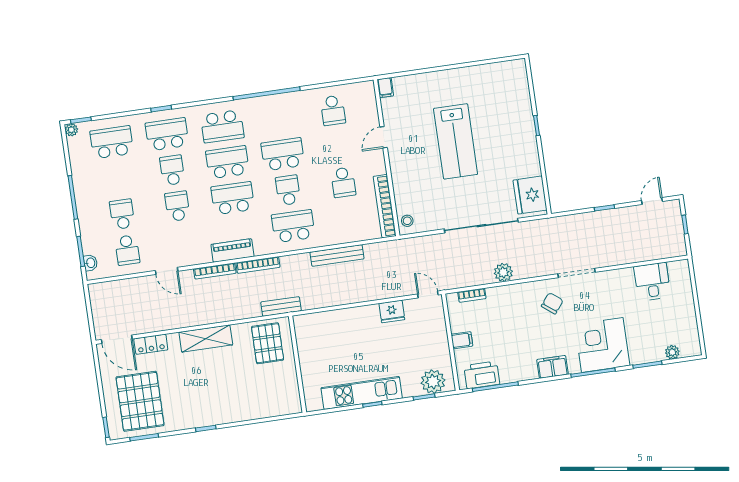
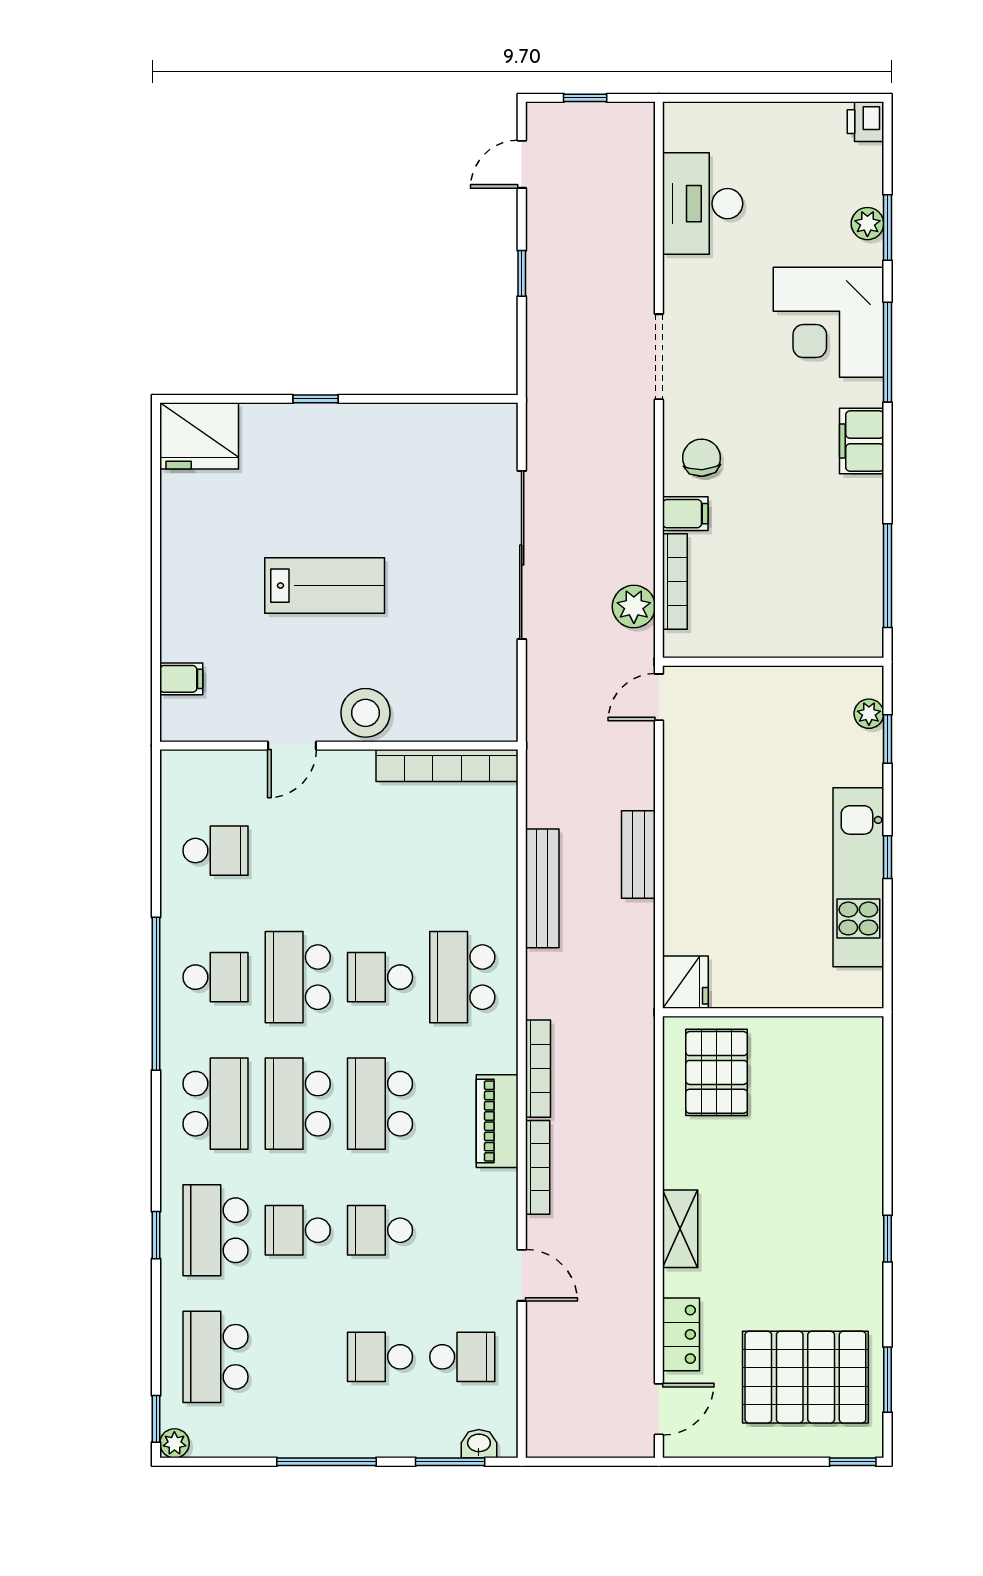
filing cabinet: (385, 88) -> (181, 679), moved
door: (384, 137) -> (292, 746), hinge flipped
lab bench: (456, 141) -> (325, 586), width x0.73, depth x0.72
school desk: (343, 182) -> (215, 977), moved
fridge: (530, 195) -> (199, 436), moved
door: (652, 201) -> (522, 164), hinge flipped
stool: (407, 221) -> (365, 713), moved, width x1.89, depth x1.89
door: (167, 271) -> (522, 1275), hinge flipped
plant: (503, 272) -> (634, 607), moved
desk: (652, 282) -> (703, 204), width x1.37
bookcase: (472, 295) -> (675, 581), width x1.56
chair: (552, 303) -> (701, 458), moved, turned 49
bench: (281, 306) -> (638, 855), moved
fridge: (392, 311) -> (685, 982), moved
door: (117, 339) -> (659, 1409), width x0.73
shelving: (206, 339) -> (680, 1229), width x0.67, depth x0.75
filing cabinet: (462, 340) -> (685, 514), moved, turned 90
pallet: (268, 343) -> (717, 1072), turned 90
plant: (672, 352) -> (867, 224), moved
printer: (482, 375) -> (866, 122), moved, width x0.53, depth x0.68
plant: (433, 382) -> (869, 714), width x0.53, depth x0.53

